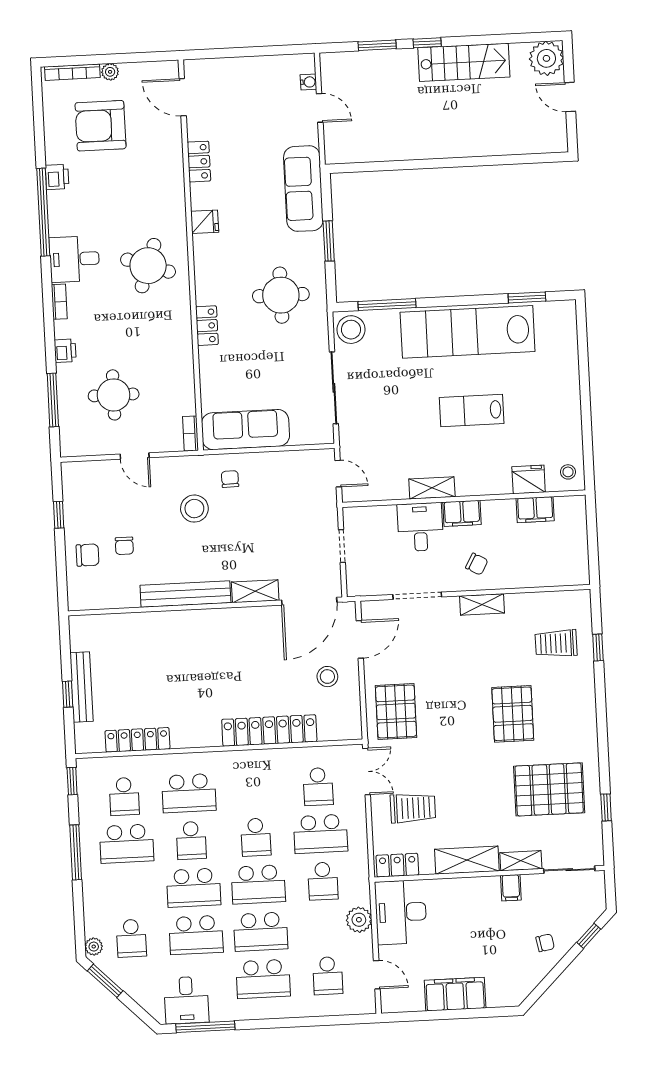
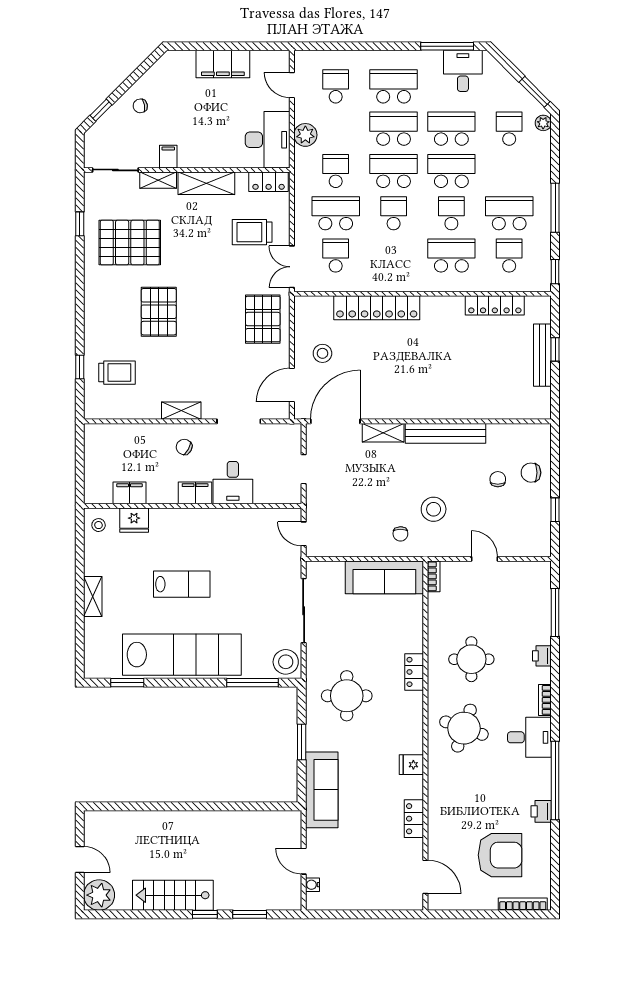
plant: (110, 72) -> (489, 903), removed
round table: (114, 395) -> (471, 659), moved
shelving: (432, 488) -> (93, 596), moved, turned 90

